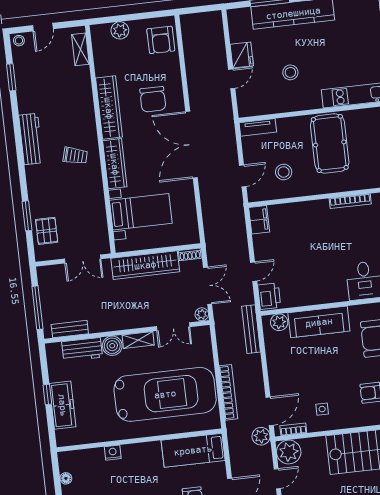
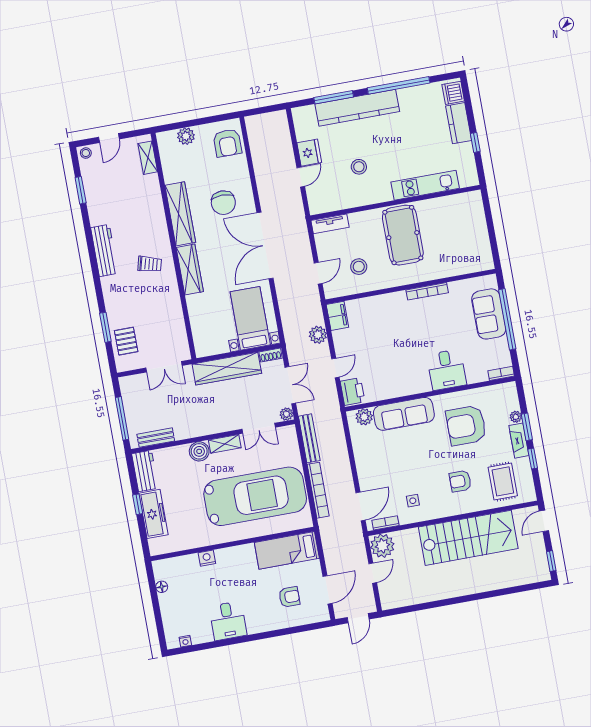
bed with nightstands: (141, 212) -> (250, 318), moved, turned -90
bench: (251, 329) -> (309, 438), moved
workbench: (82, 349) -> (145, 471), moved, turned -90
plant: (261, 436) -> (318, 335), moved

